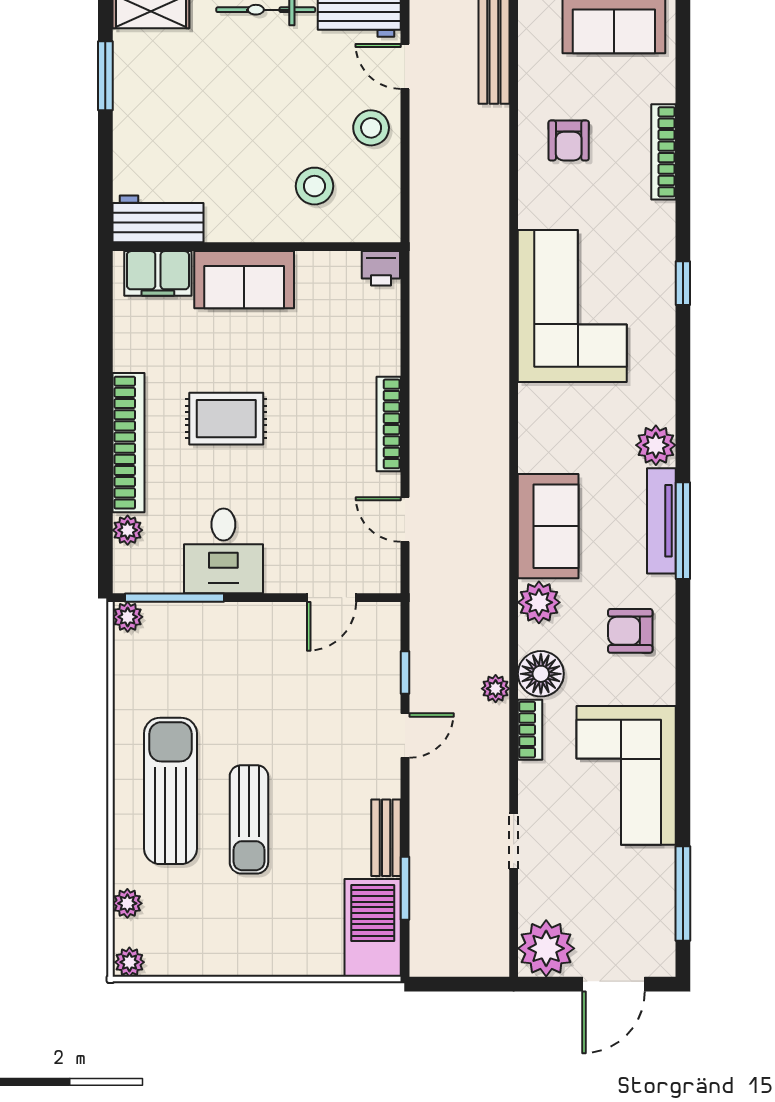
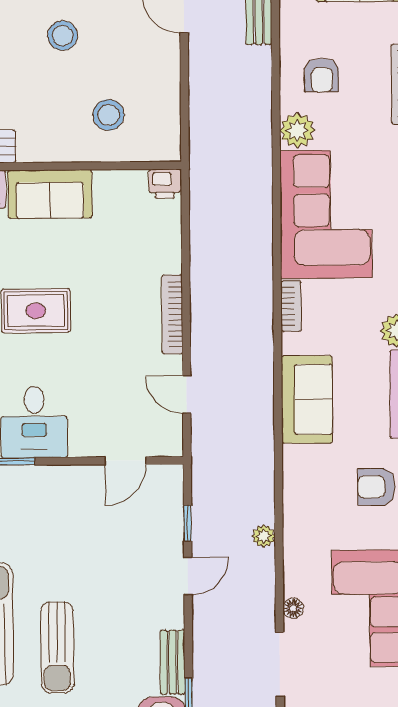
stool: (371, 128) -> (63, 36), moved
plant: (539, 602) -> (297, 130), moved
floor lamp: (541, 674) -> (293, 608), moved, width x0.53, depth x0.53
bookcase: (530, 730) -> (291, 306), moved
doorway: (514, 841) -> (280, 664), width x1.38

